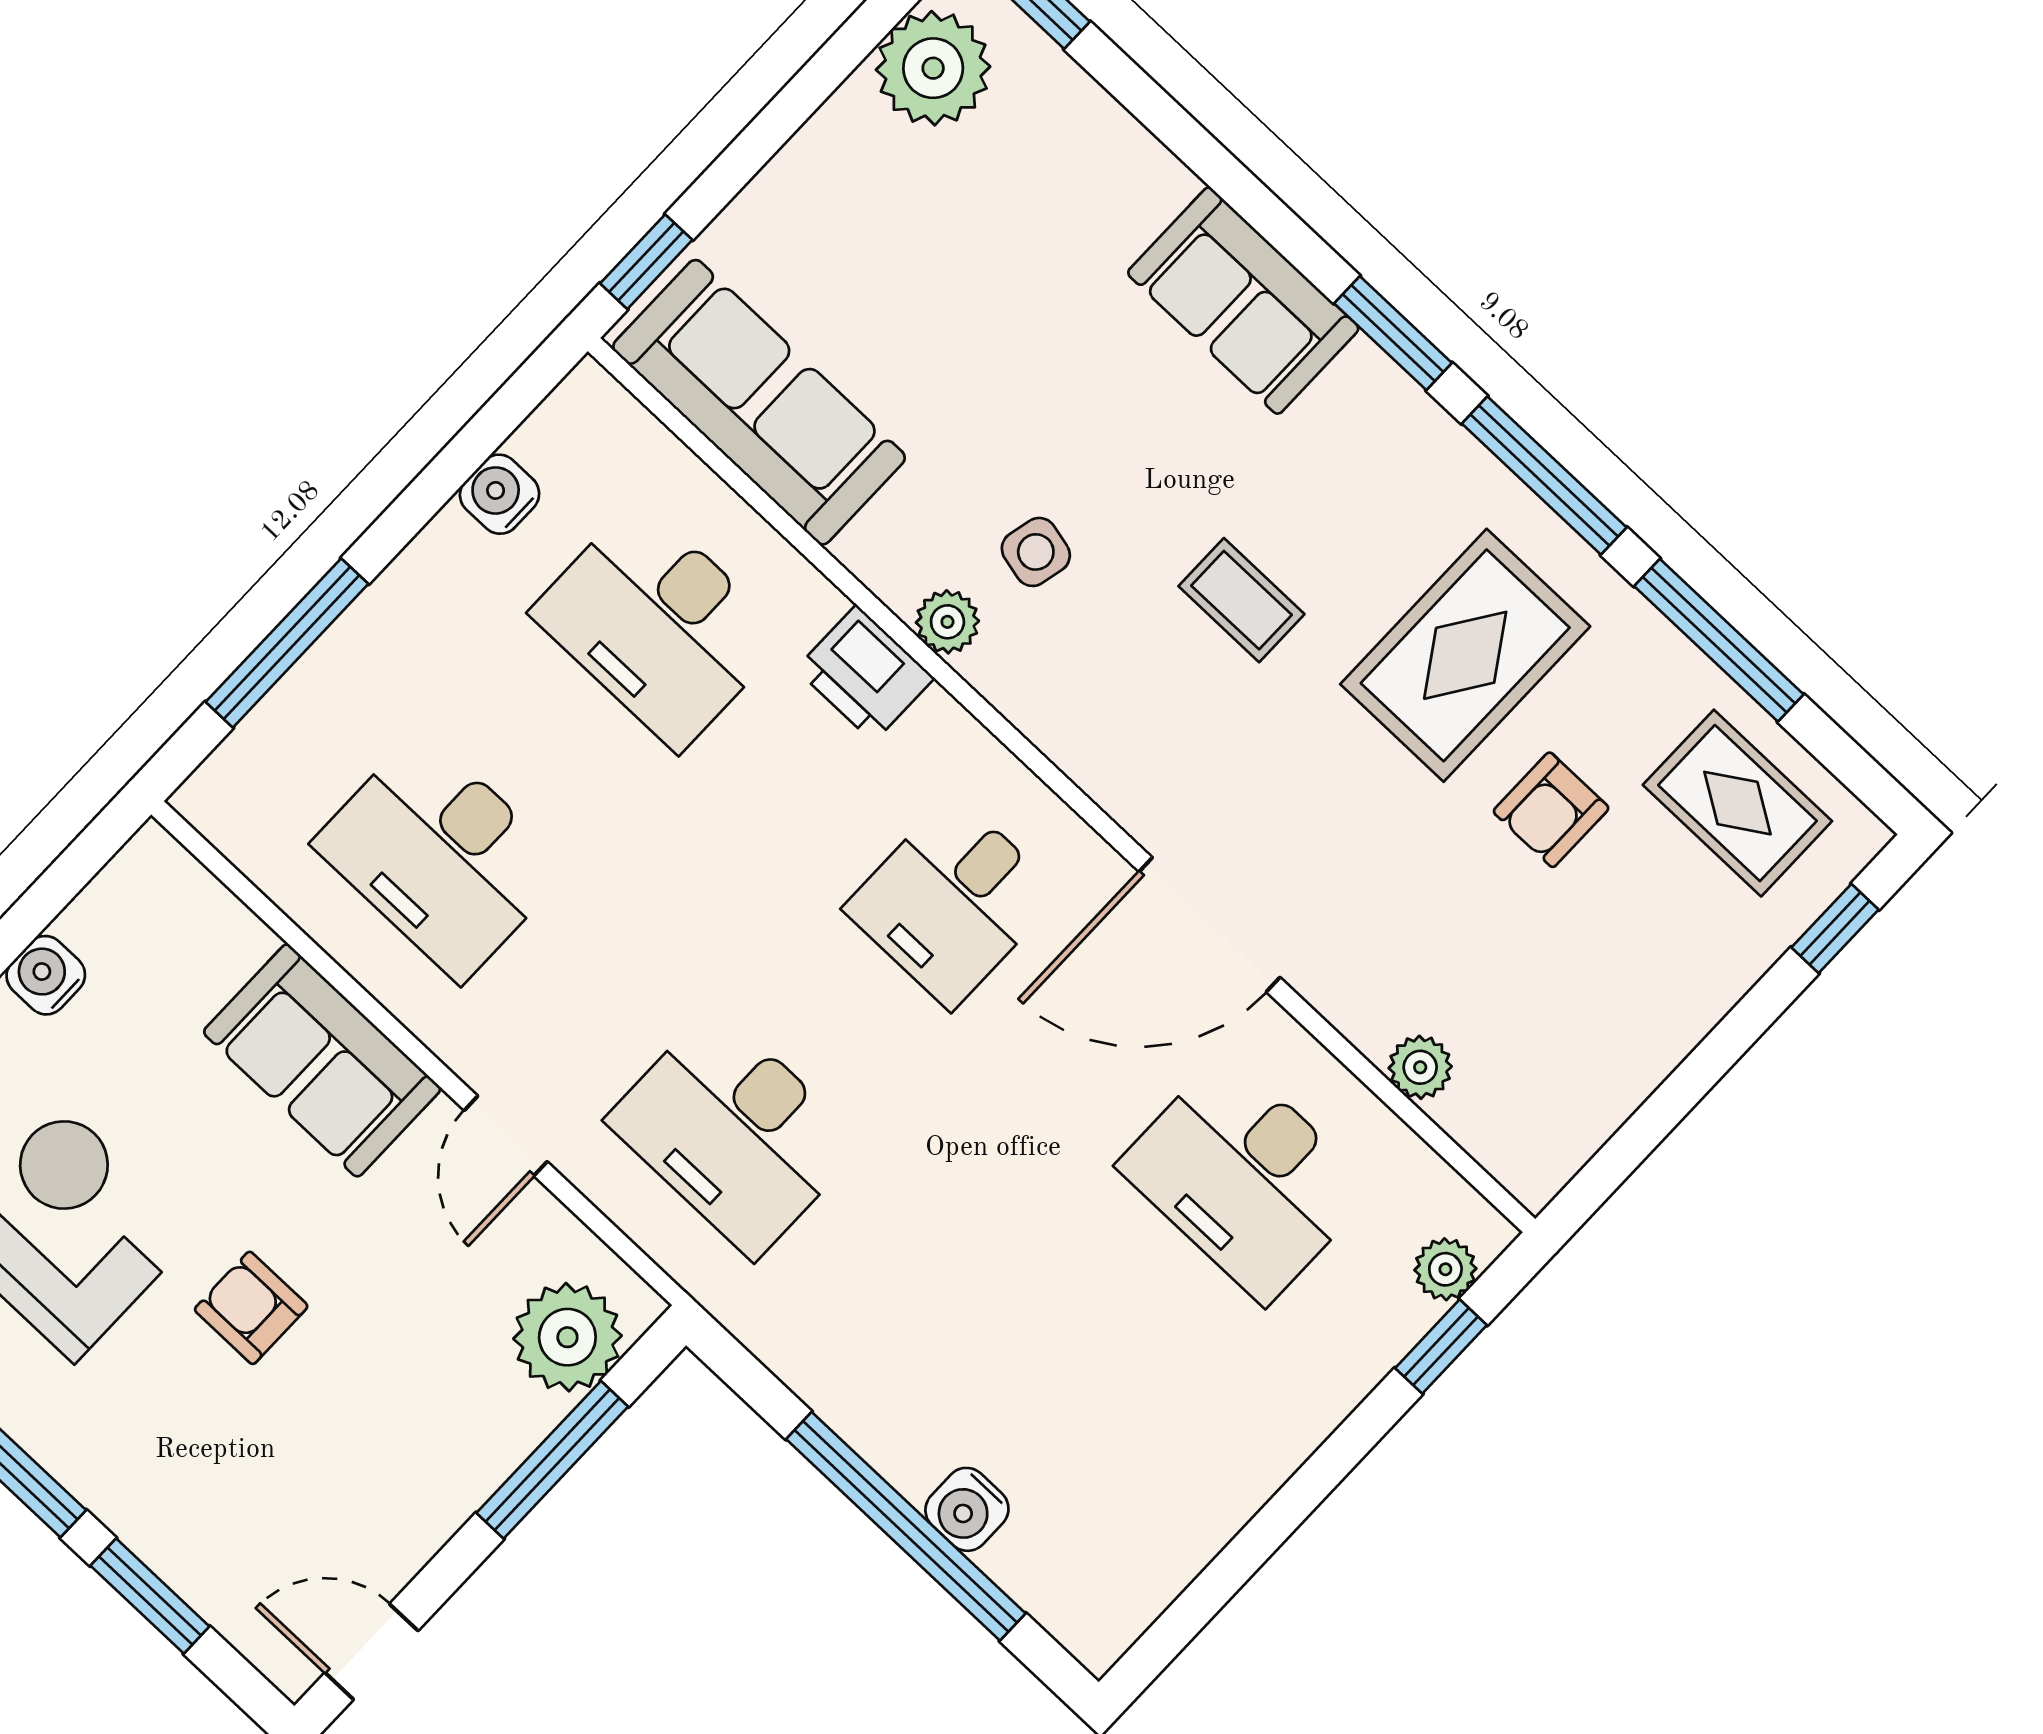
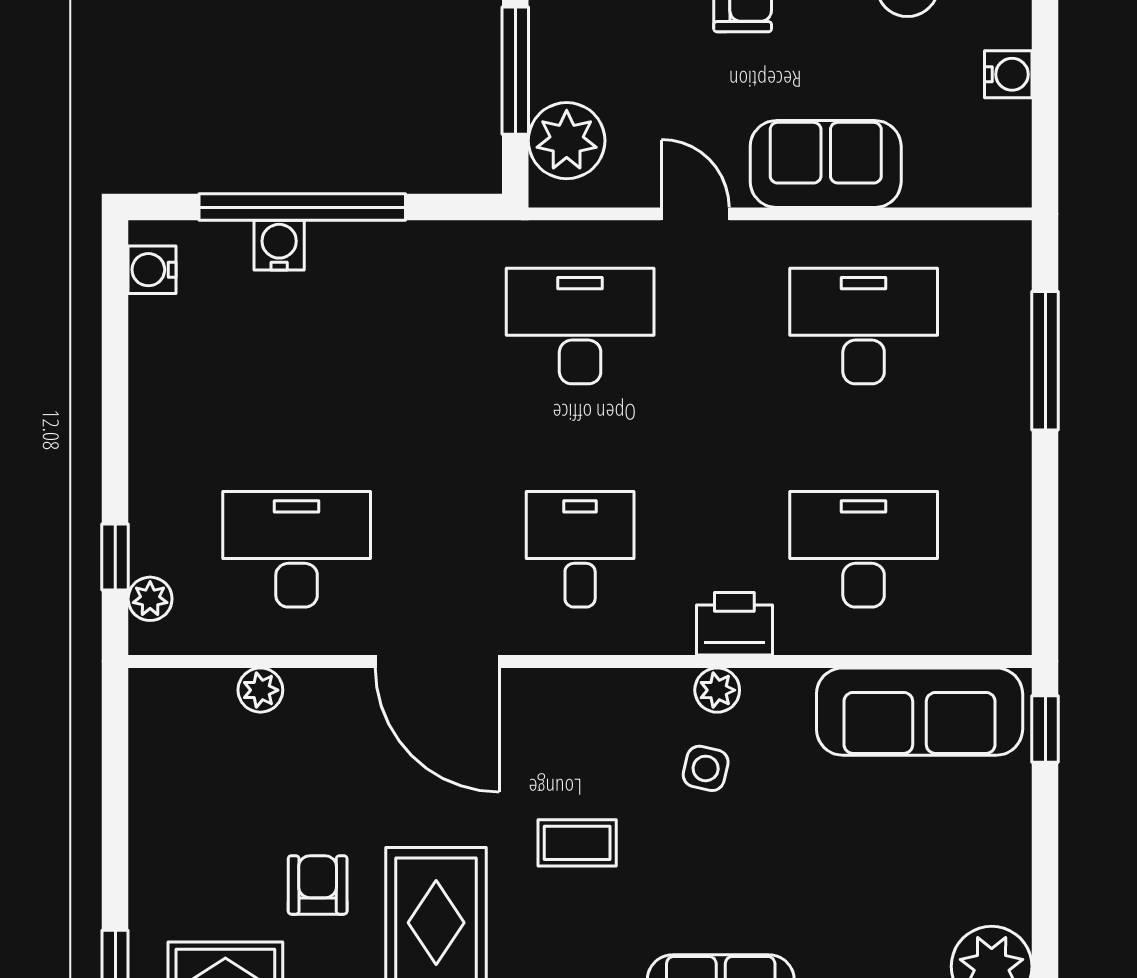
water cooler: (500, 494) -> (152, 270), moved, turned 180
door: (1209, 925) -> (437, 661), swing flipped

